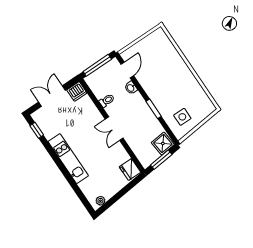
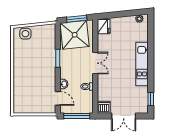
door: (127, 70) -> (58, 98), swing flipped
side table: (182, 117) -> (25, 34), moved
shower: (163, 143) -> (75, 35), width x1.86, depth x1.86

